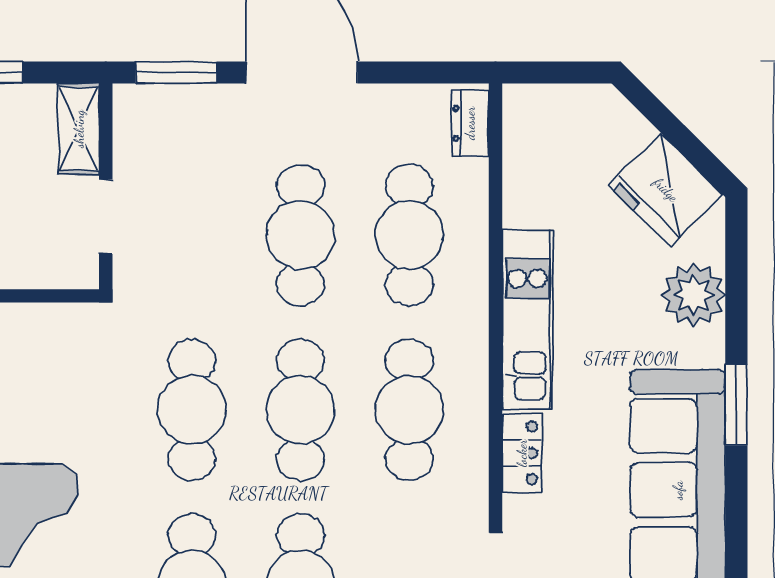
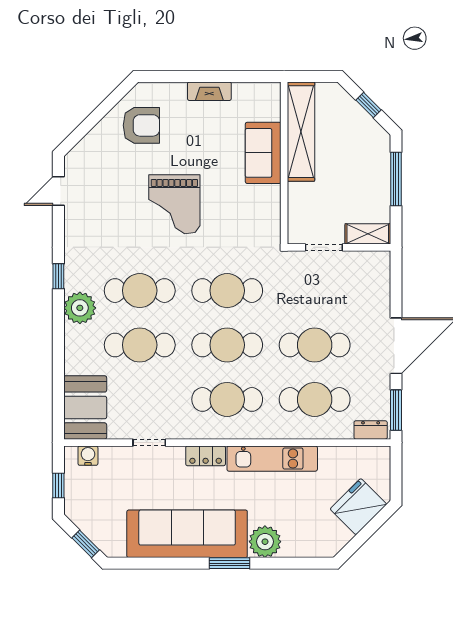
window: (176, 73) -> (396, 410), moved
fridge: (666, 190) -> (358, 507), moved
plant: (693, 295) -> (265, 542), moved

